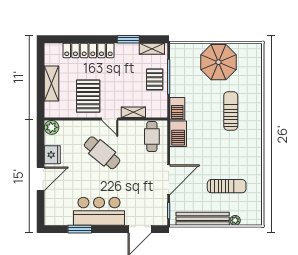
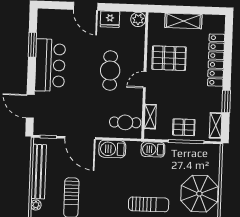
shelving: (133, 112) -> (150, 117), moved
barbecue: (178, 134) -> (112, 149), moved
cafe table: (102, 153) -> (110, 71), turned -40

